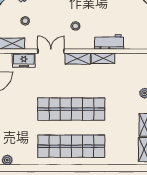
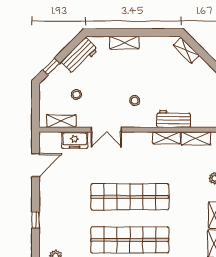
double door: (51, 51) -> (106, 130), swing flipped
shelving: (78, 59) -> (196, 138), moved

